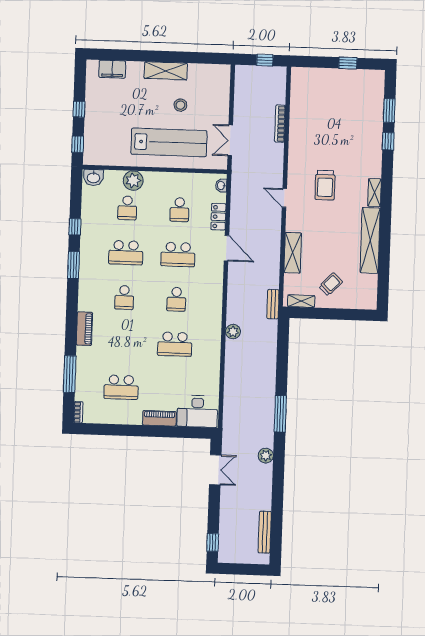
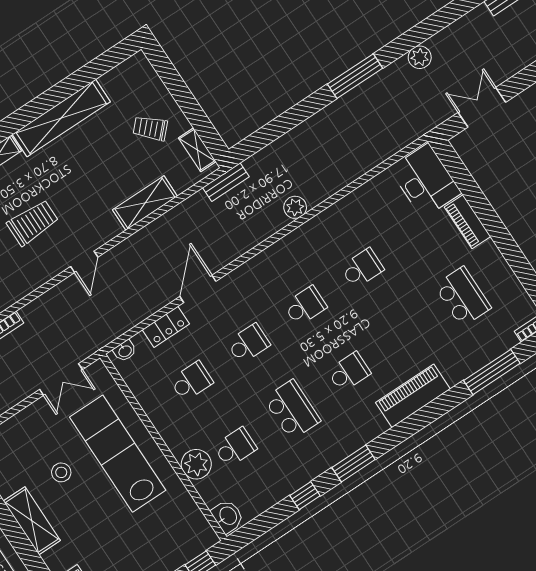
school desk: (178, 254) -> (248, 344), width x0.54
piano: (84, 329) -> (413, 396), width x1.37, depth x1.33
school desk: (175, 344) -> (362, 268), width x0.54

